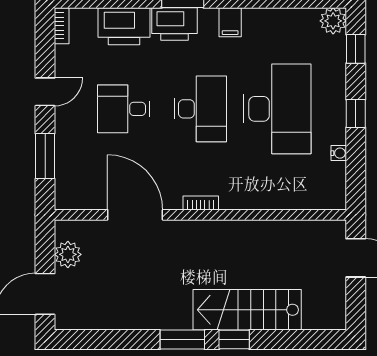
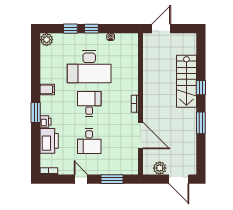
printer: (174, 24) -> (46, 122), width x0.53, depth x0.68
window: (356, 49) -> (70, 29), moved
desk: (200, 109) -> (89, 104), width x0.73
desk: (277, 109) -> (89, 67), turned 180
door: (135, 215) -> (140, 135), swing flipped
window: (182, 340) -> (201, 123), moved

